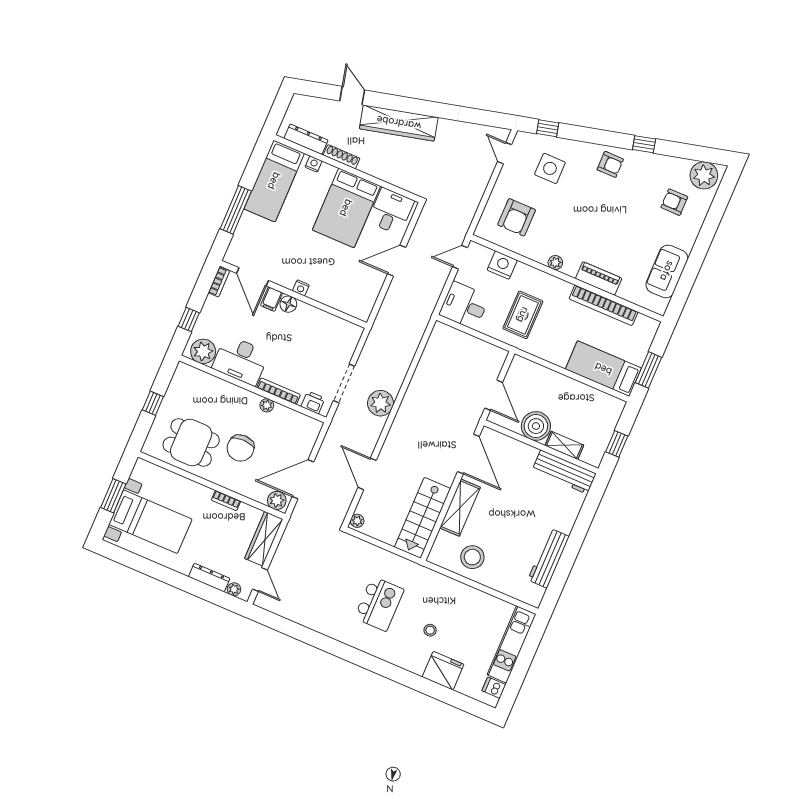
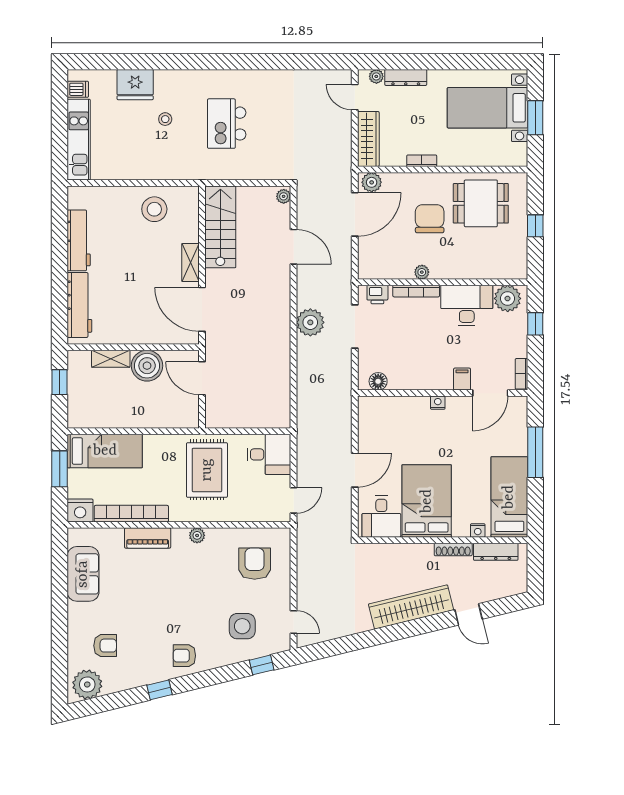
nightstand: (502, 265) -> (80, 510), moved
door: (253, 277) -> (490, 393), swing flipped
floor lamp: (288, 304) -> (378, 381), moved
rug: (523, 315) -> (207, 470), width x1.36, depth x1.43
workbench: (564, 472) -> (79, 305), moved, turned 90
shelving: (460, 508) -> (190, 262), width x0.67, depth x0.75

